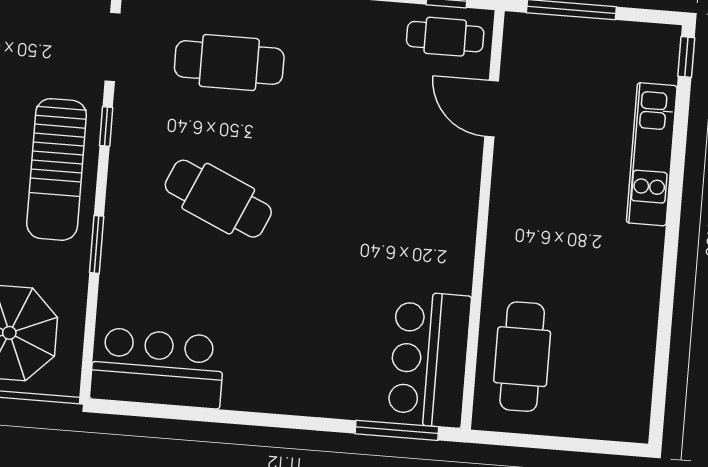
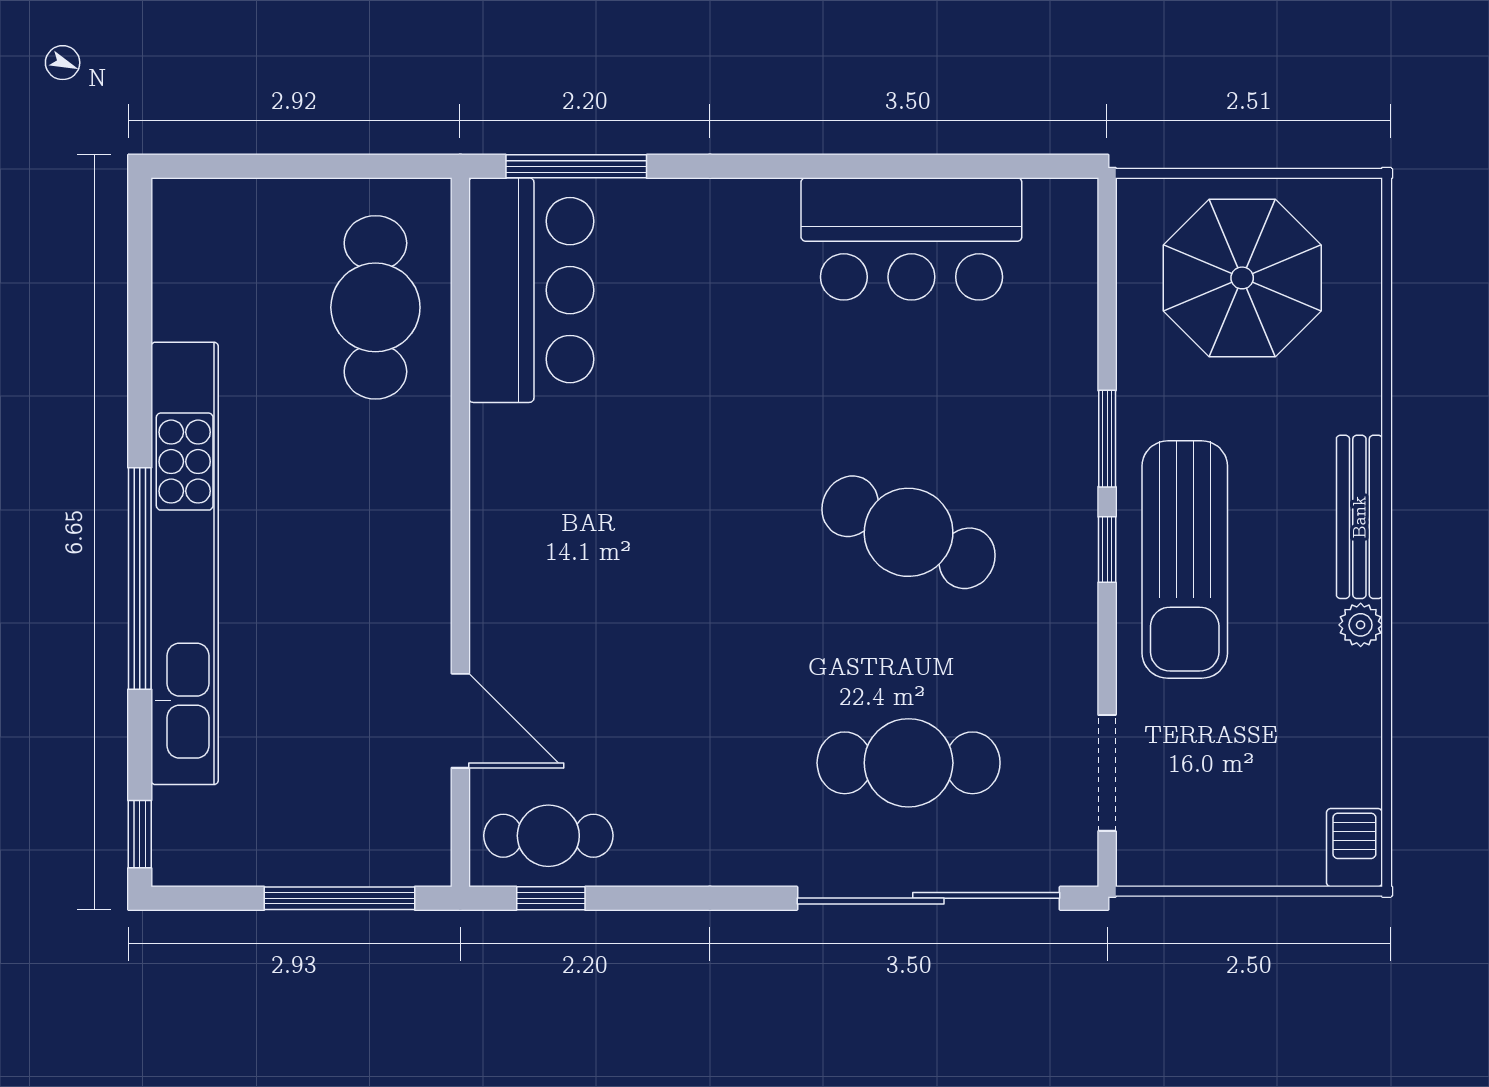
window: (106, 126) -> (1107, 550), moved
kitchen unit: (652, 154) -> (185, 563), width x1.86
sun lounger: (57, 169) -> (1185, 560), turned 180
window: (674, 208) -> (140, 578), added
bar counter: (157, 368) -> (911, 239), moved

